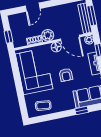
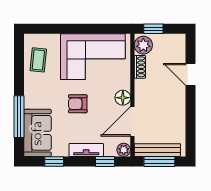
plant: (48, 35) -> (143, 45), moved
window: (82, 110) -> (19, 117), width x2.17

